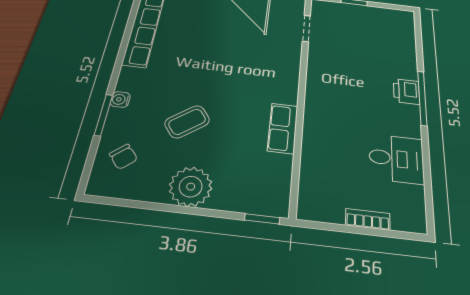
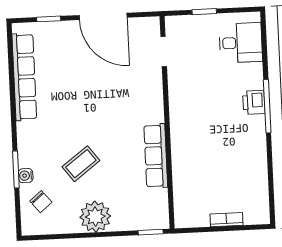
water cooler: (120, 100) -> (26, 176), moved
row of seats: (283, 128) -> (156, 156), width x1.48
desk: (396, 159) -> (241, 43), moved

